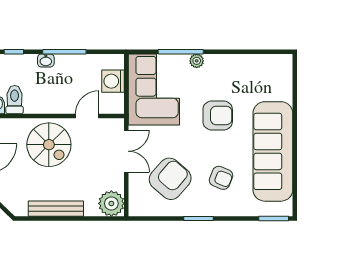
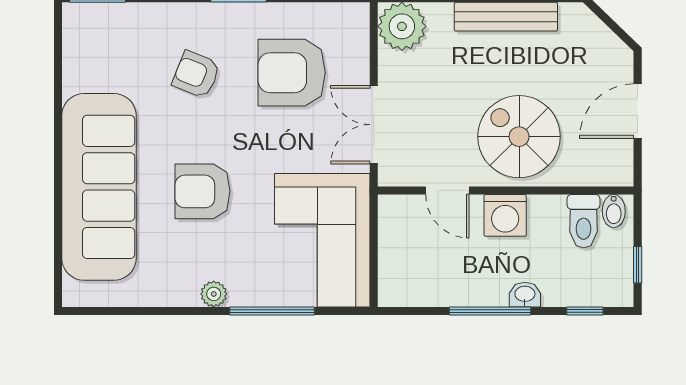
plant: (197, 61) -> (214, 294), moved
washing machine: (113, 81) -> (505, 215), moved, turned 90
door: (87, 116) -> (447, 190), hinge flipped
sofa: (273, 151) -> (99, 187), moved
armchair: (170, 179) -> (292, 73), turned 49

